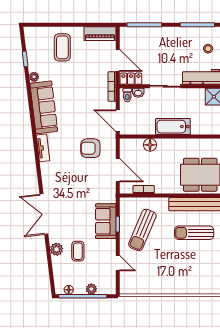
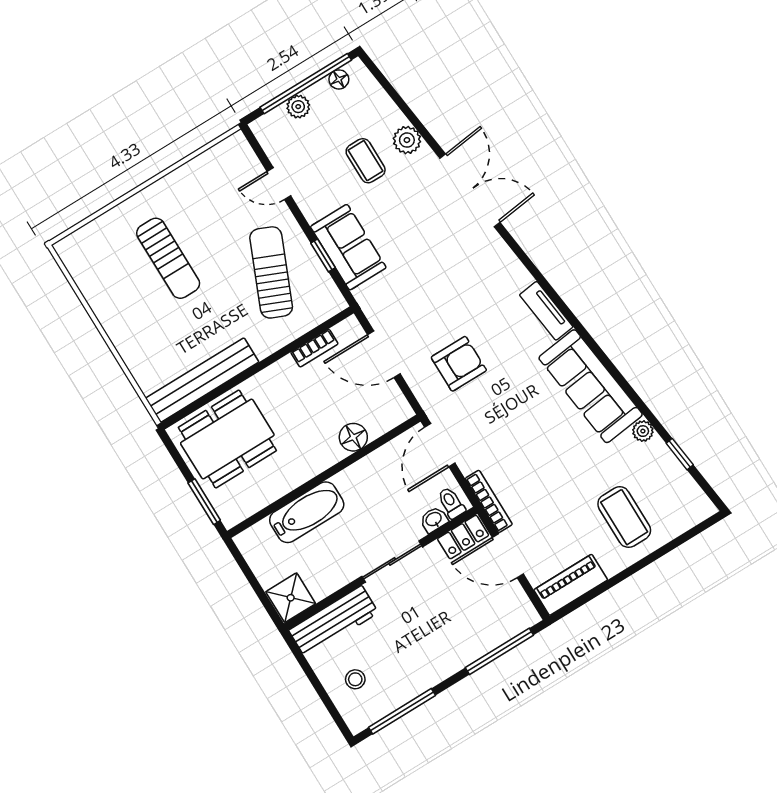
door: (118, 121) -> (440, 445), swing flipped
bathtub: (173, 127) -> (307, 512), moved
sun lounger: (194, 233) -> (168, 258), moved, turned 90

